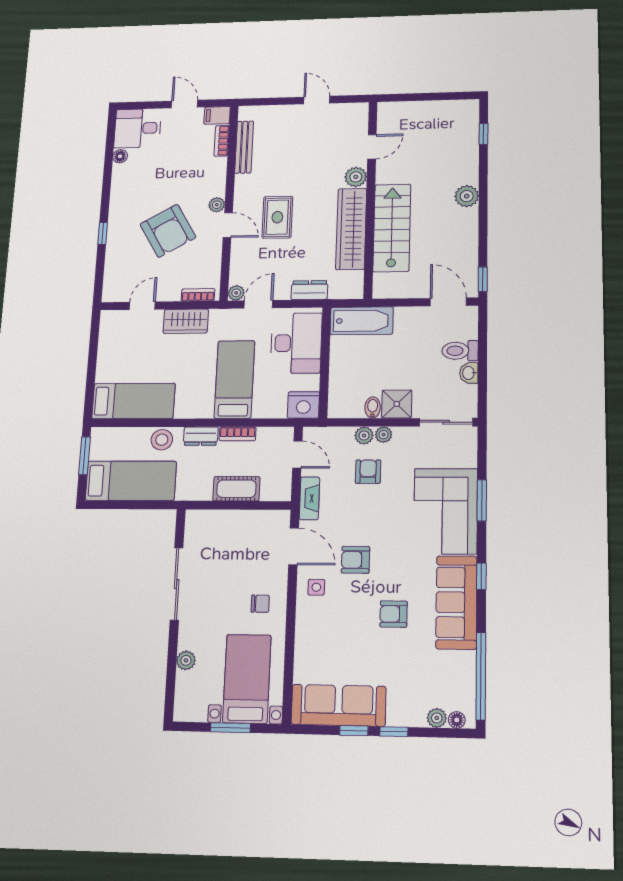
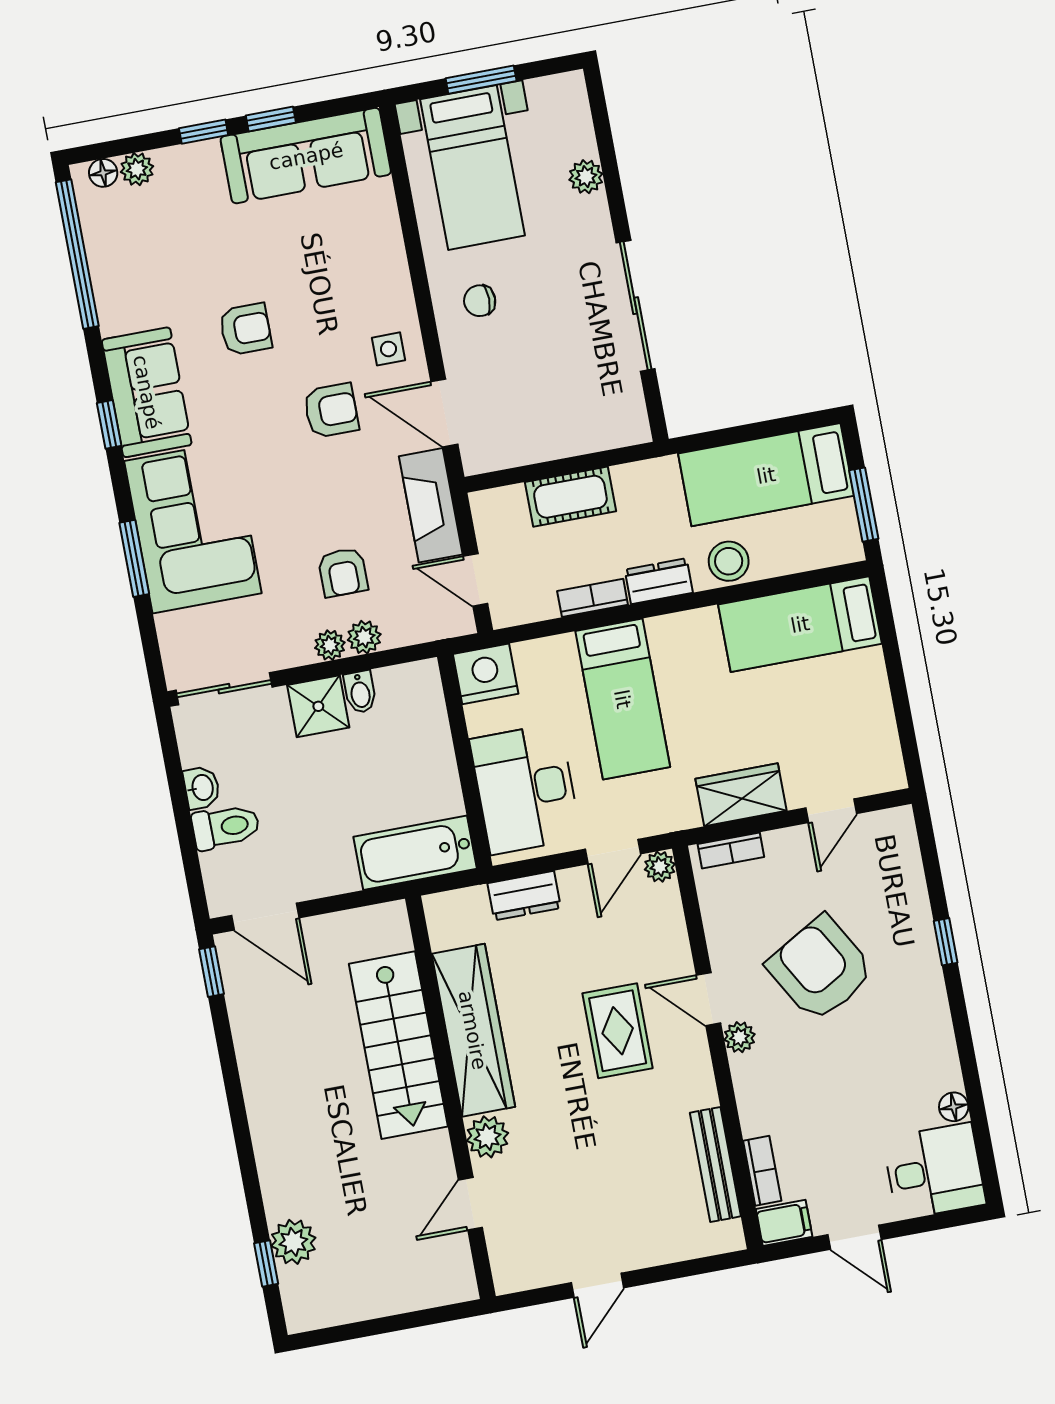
door: (317, 100) -> (597, 1285), hinge flipped
plant: (467, 196) -> (293, 1242), moved
fireplace: (309, 498) -> (431, 505), width x1.37, depth x1.32
sofa: (456, 602) -> (147, 392), width x0.73

